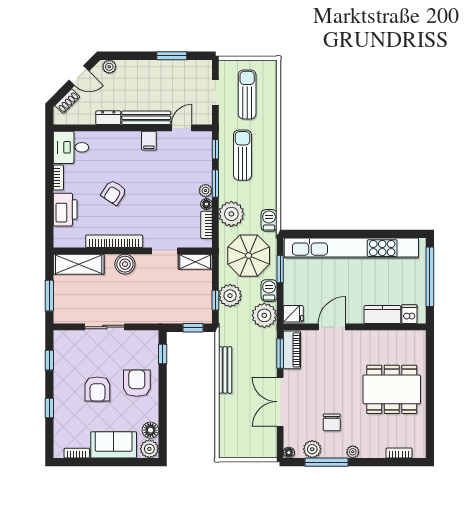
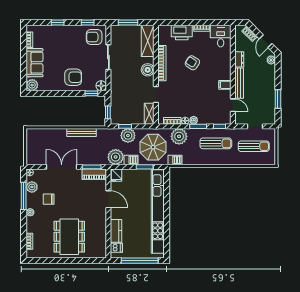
armchair: (97, 389) -> (94, 37), moved
floor lamp: (150, 430) -> (101, 86), moved

